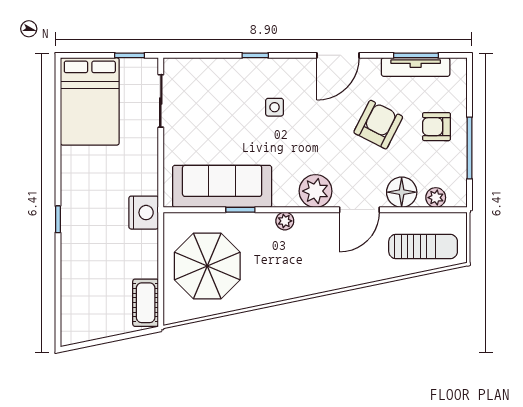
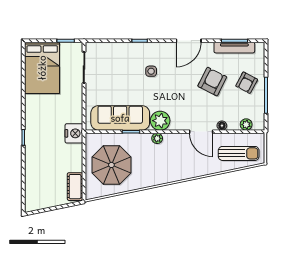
armchair: (436, 127) -> (247, 83), turned -62
plant: (316, 191) -> (160, 121), moved
floor lamp: (402, 192) -> (222, 126), width x0.53, depth x0.53
door: (359, 210) -> (201, 132), hinge flipped

